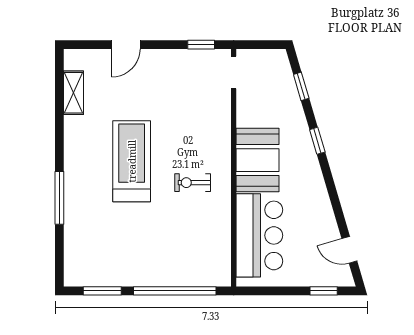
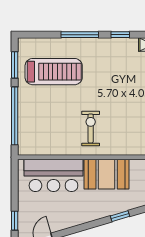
window: (59, 141) -> (120, 35), added
treadmill: (132, 161) -> (54, 72), moved
exercise bike: (193, 183) -> (91, 128), width x1.38, depth x1.39

